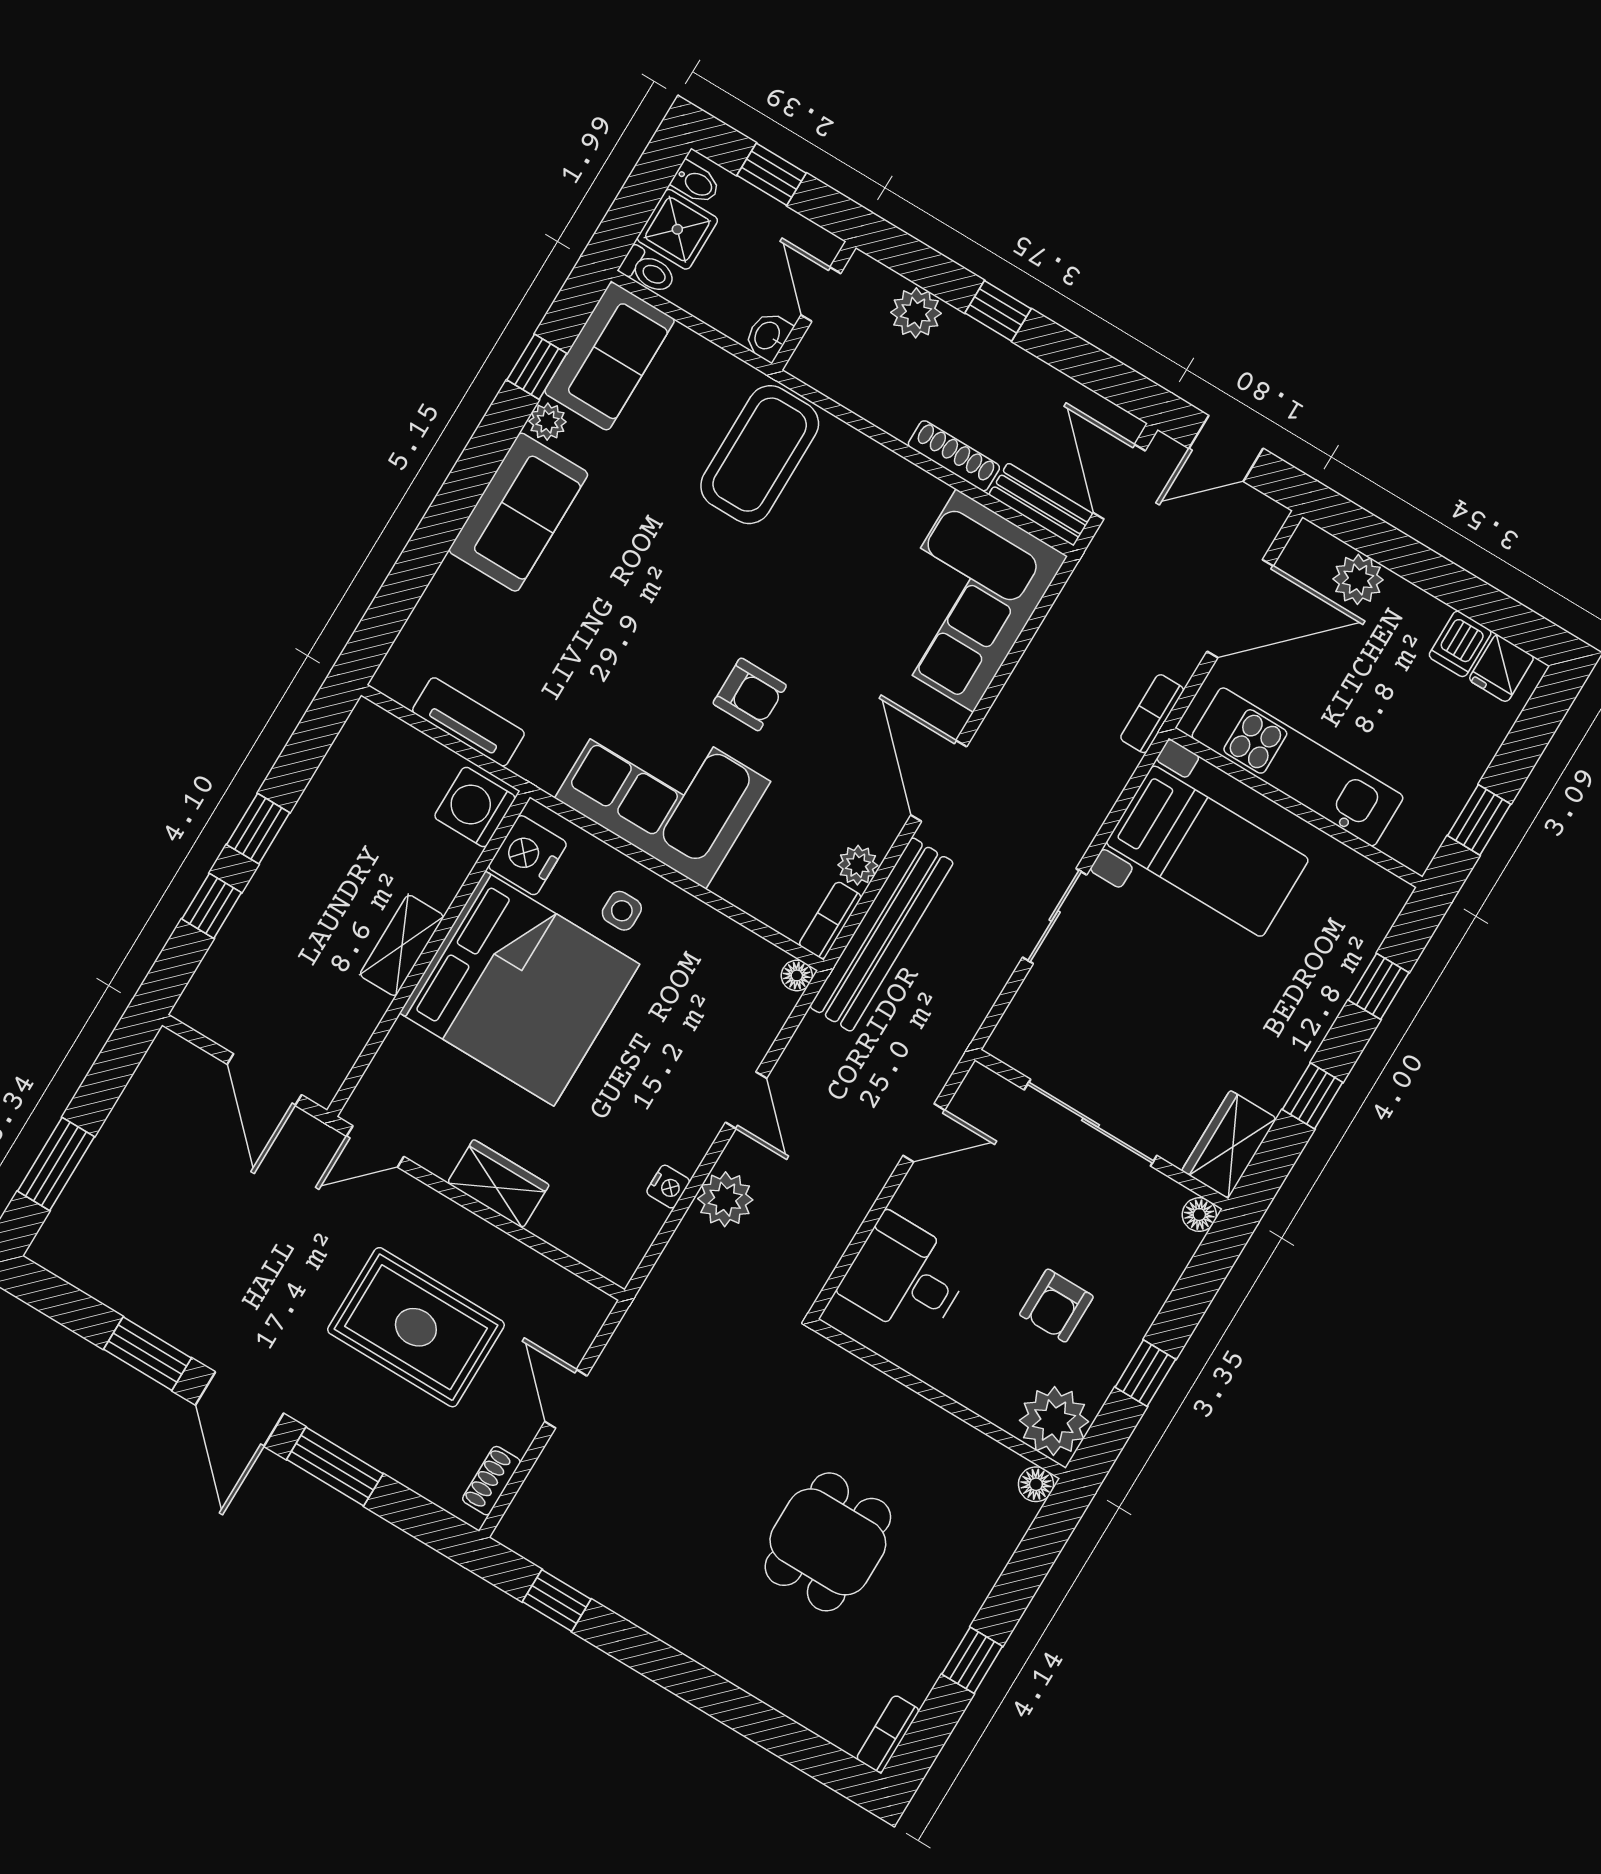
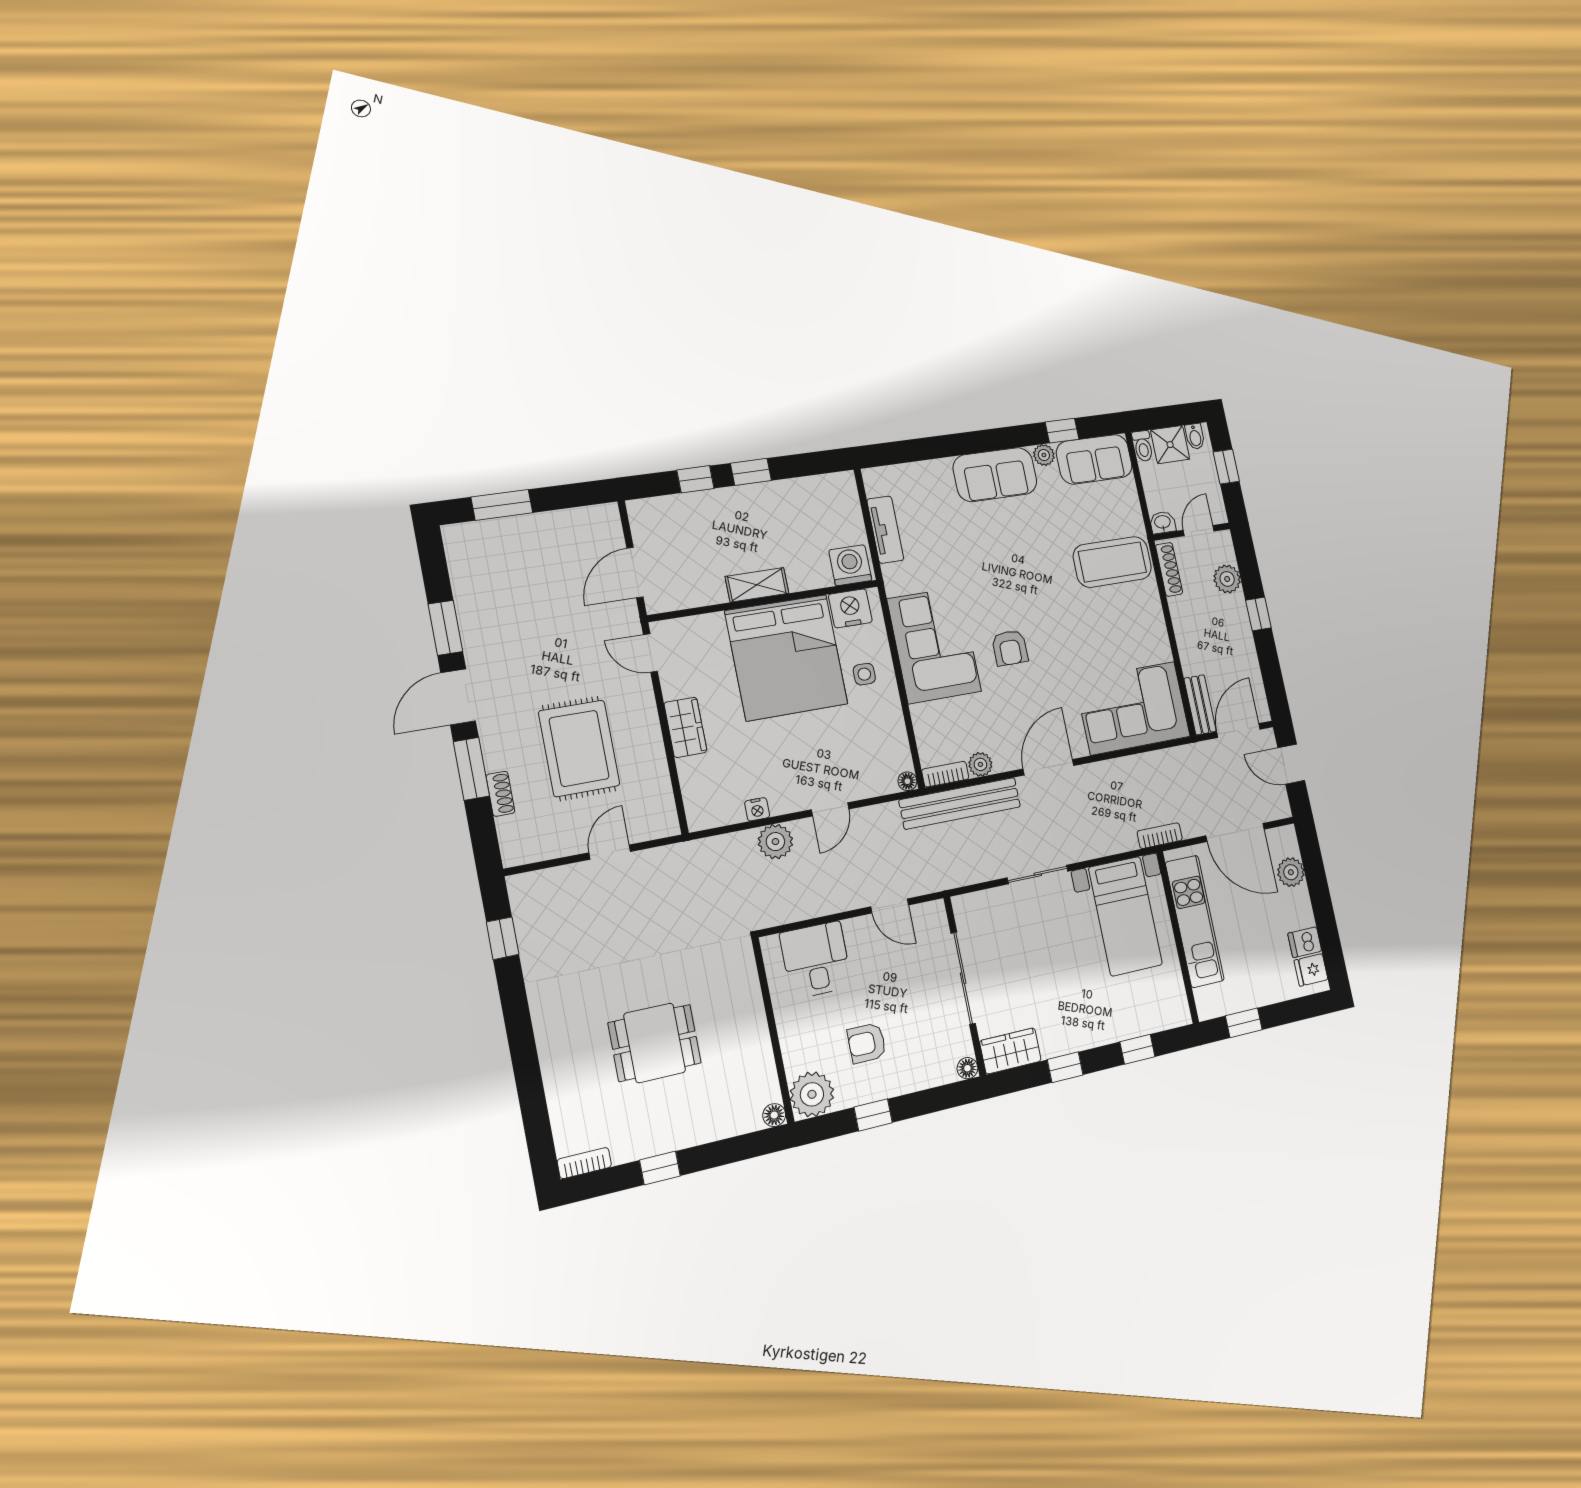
shoe rack: (954, 456) -> (1169, 569), moved
shoe rack: (491, 1481) -> (500, 794), moved, turned 90

